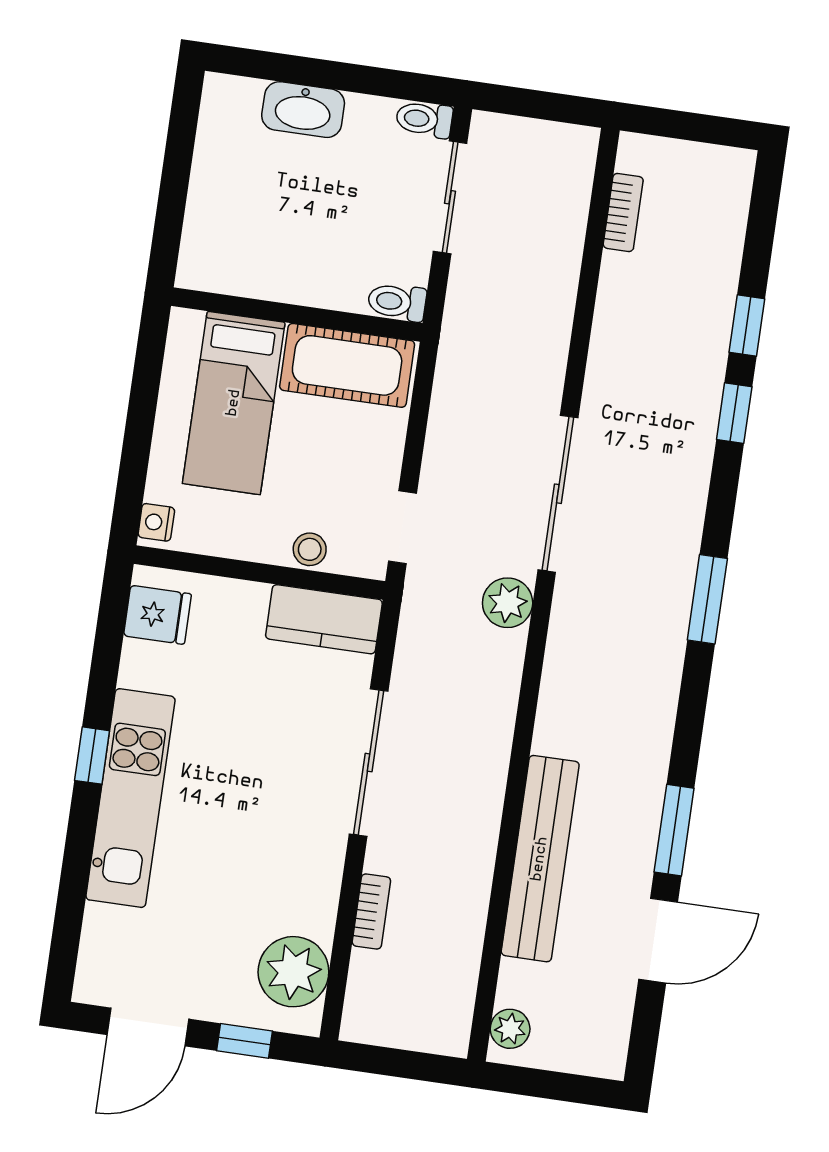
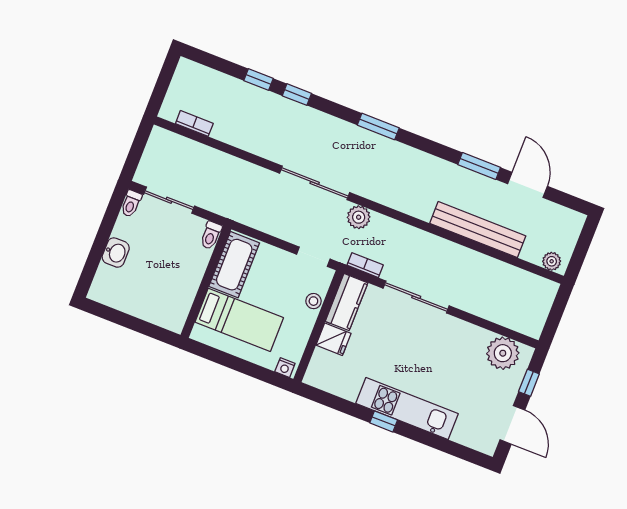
washbasin: (303, 110) -> (116, 253), width x0.72
fridge: (157, 615) -> (333, 339), moved, turned 90
bookcase: (371, 911) -> (365, 265), moved

